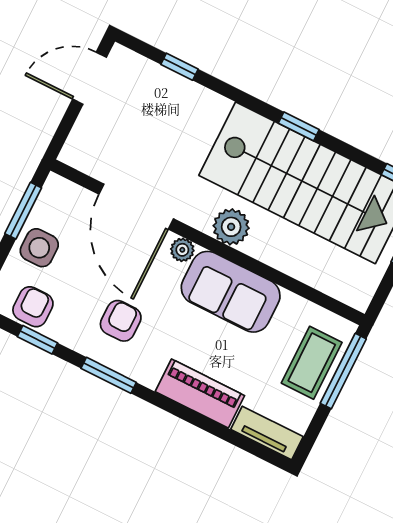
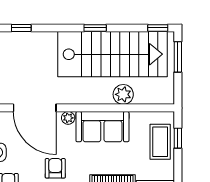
plant: (231, 227) -> (123, 94), moved
window: (343, 371) -> (178, 138), width x0.46

